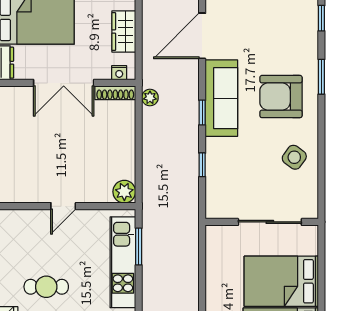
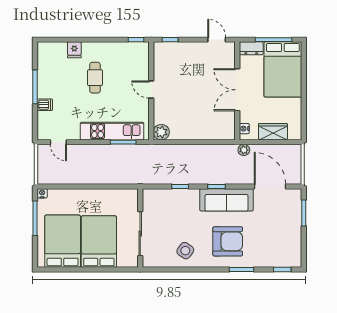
shoe rack: (115, 93) -> (230, 126), removed
armchair: (281, 97) -> (228, 241), turned 90
plant: (150, 98) -> (244, 150), moved

